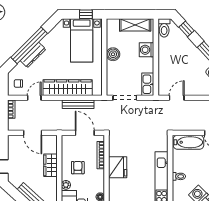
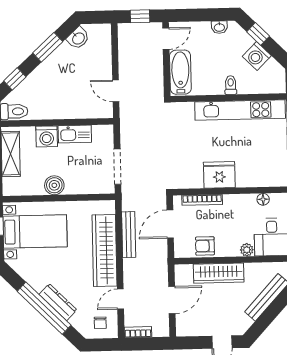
kitchen sink: (148, 84) -> (75, 134), moved
door: (34, 98) -> (120, 299), hinge flipped
wardrobe: (50, 165) -> (219, 273), width x1.50
armchair: (78, 168) -> (205, 246), moved

